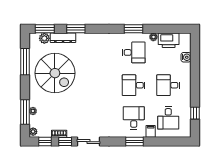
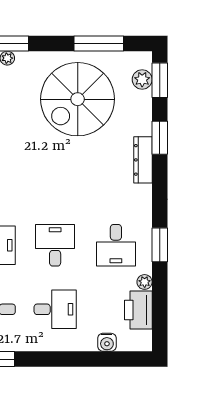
dresser: (63, 38) -> (143, 160), moved
desk: (168, 85) -> (55, 309), turned 90

